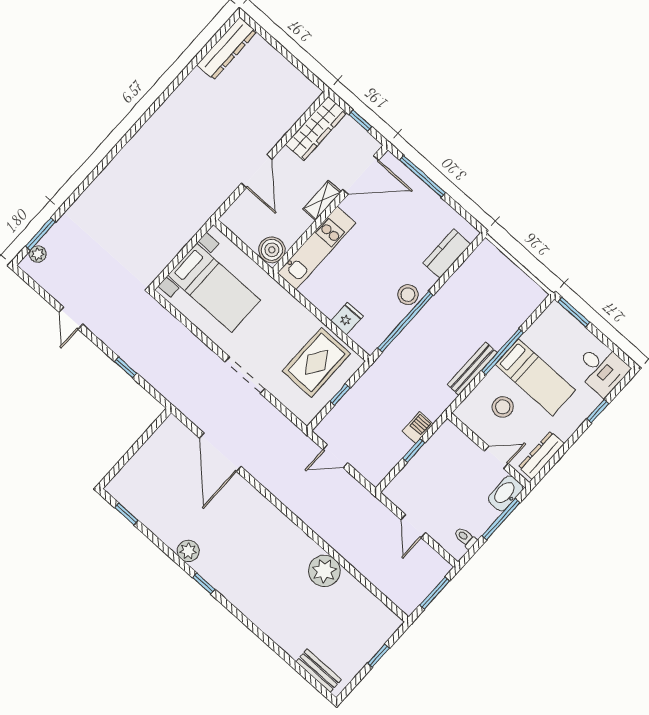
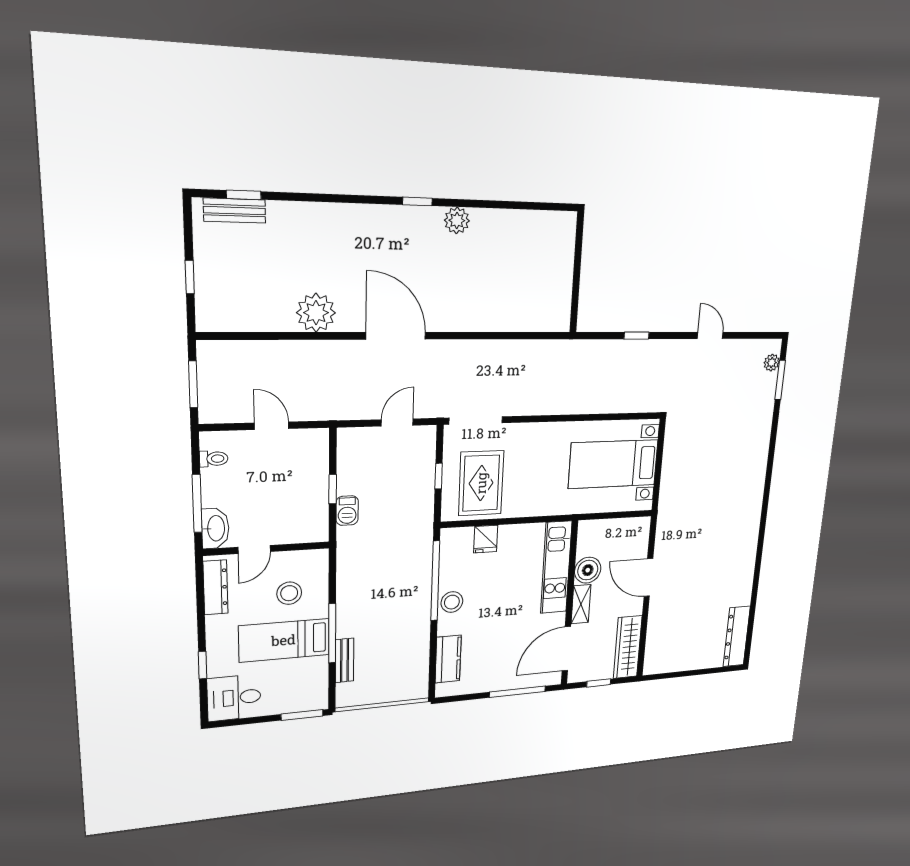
boiler: (272, 250) -> (588, 570), moved
bench: (472, 369) -> (345, 660), moved, width x0.73
doorway: (245, 375) -> (476, 420), moved
door: (220, 452) -> (396, 336), moved
window: (126, 514) -> (244, 195), moved

